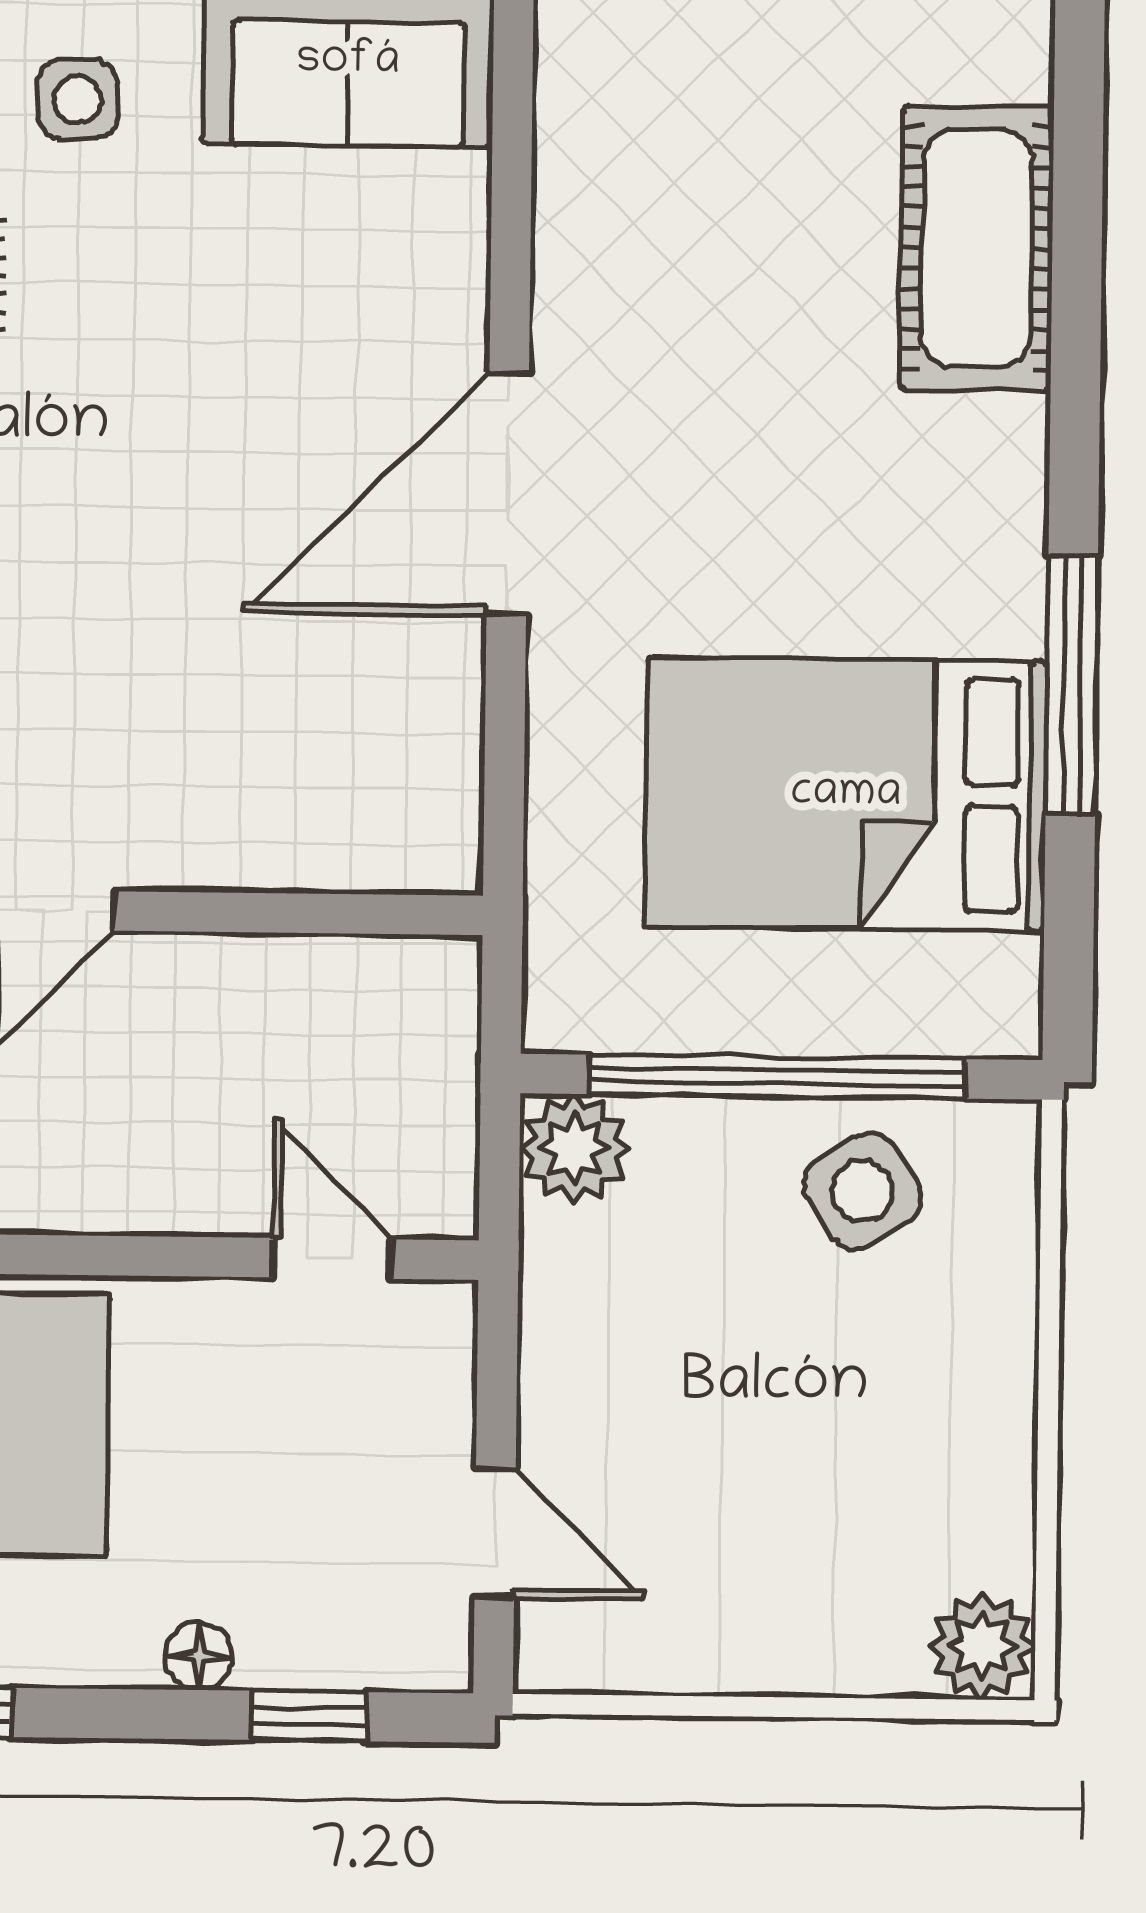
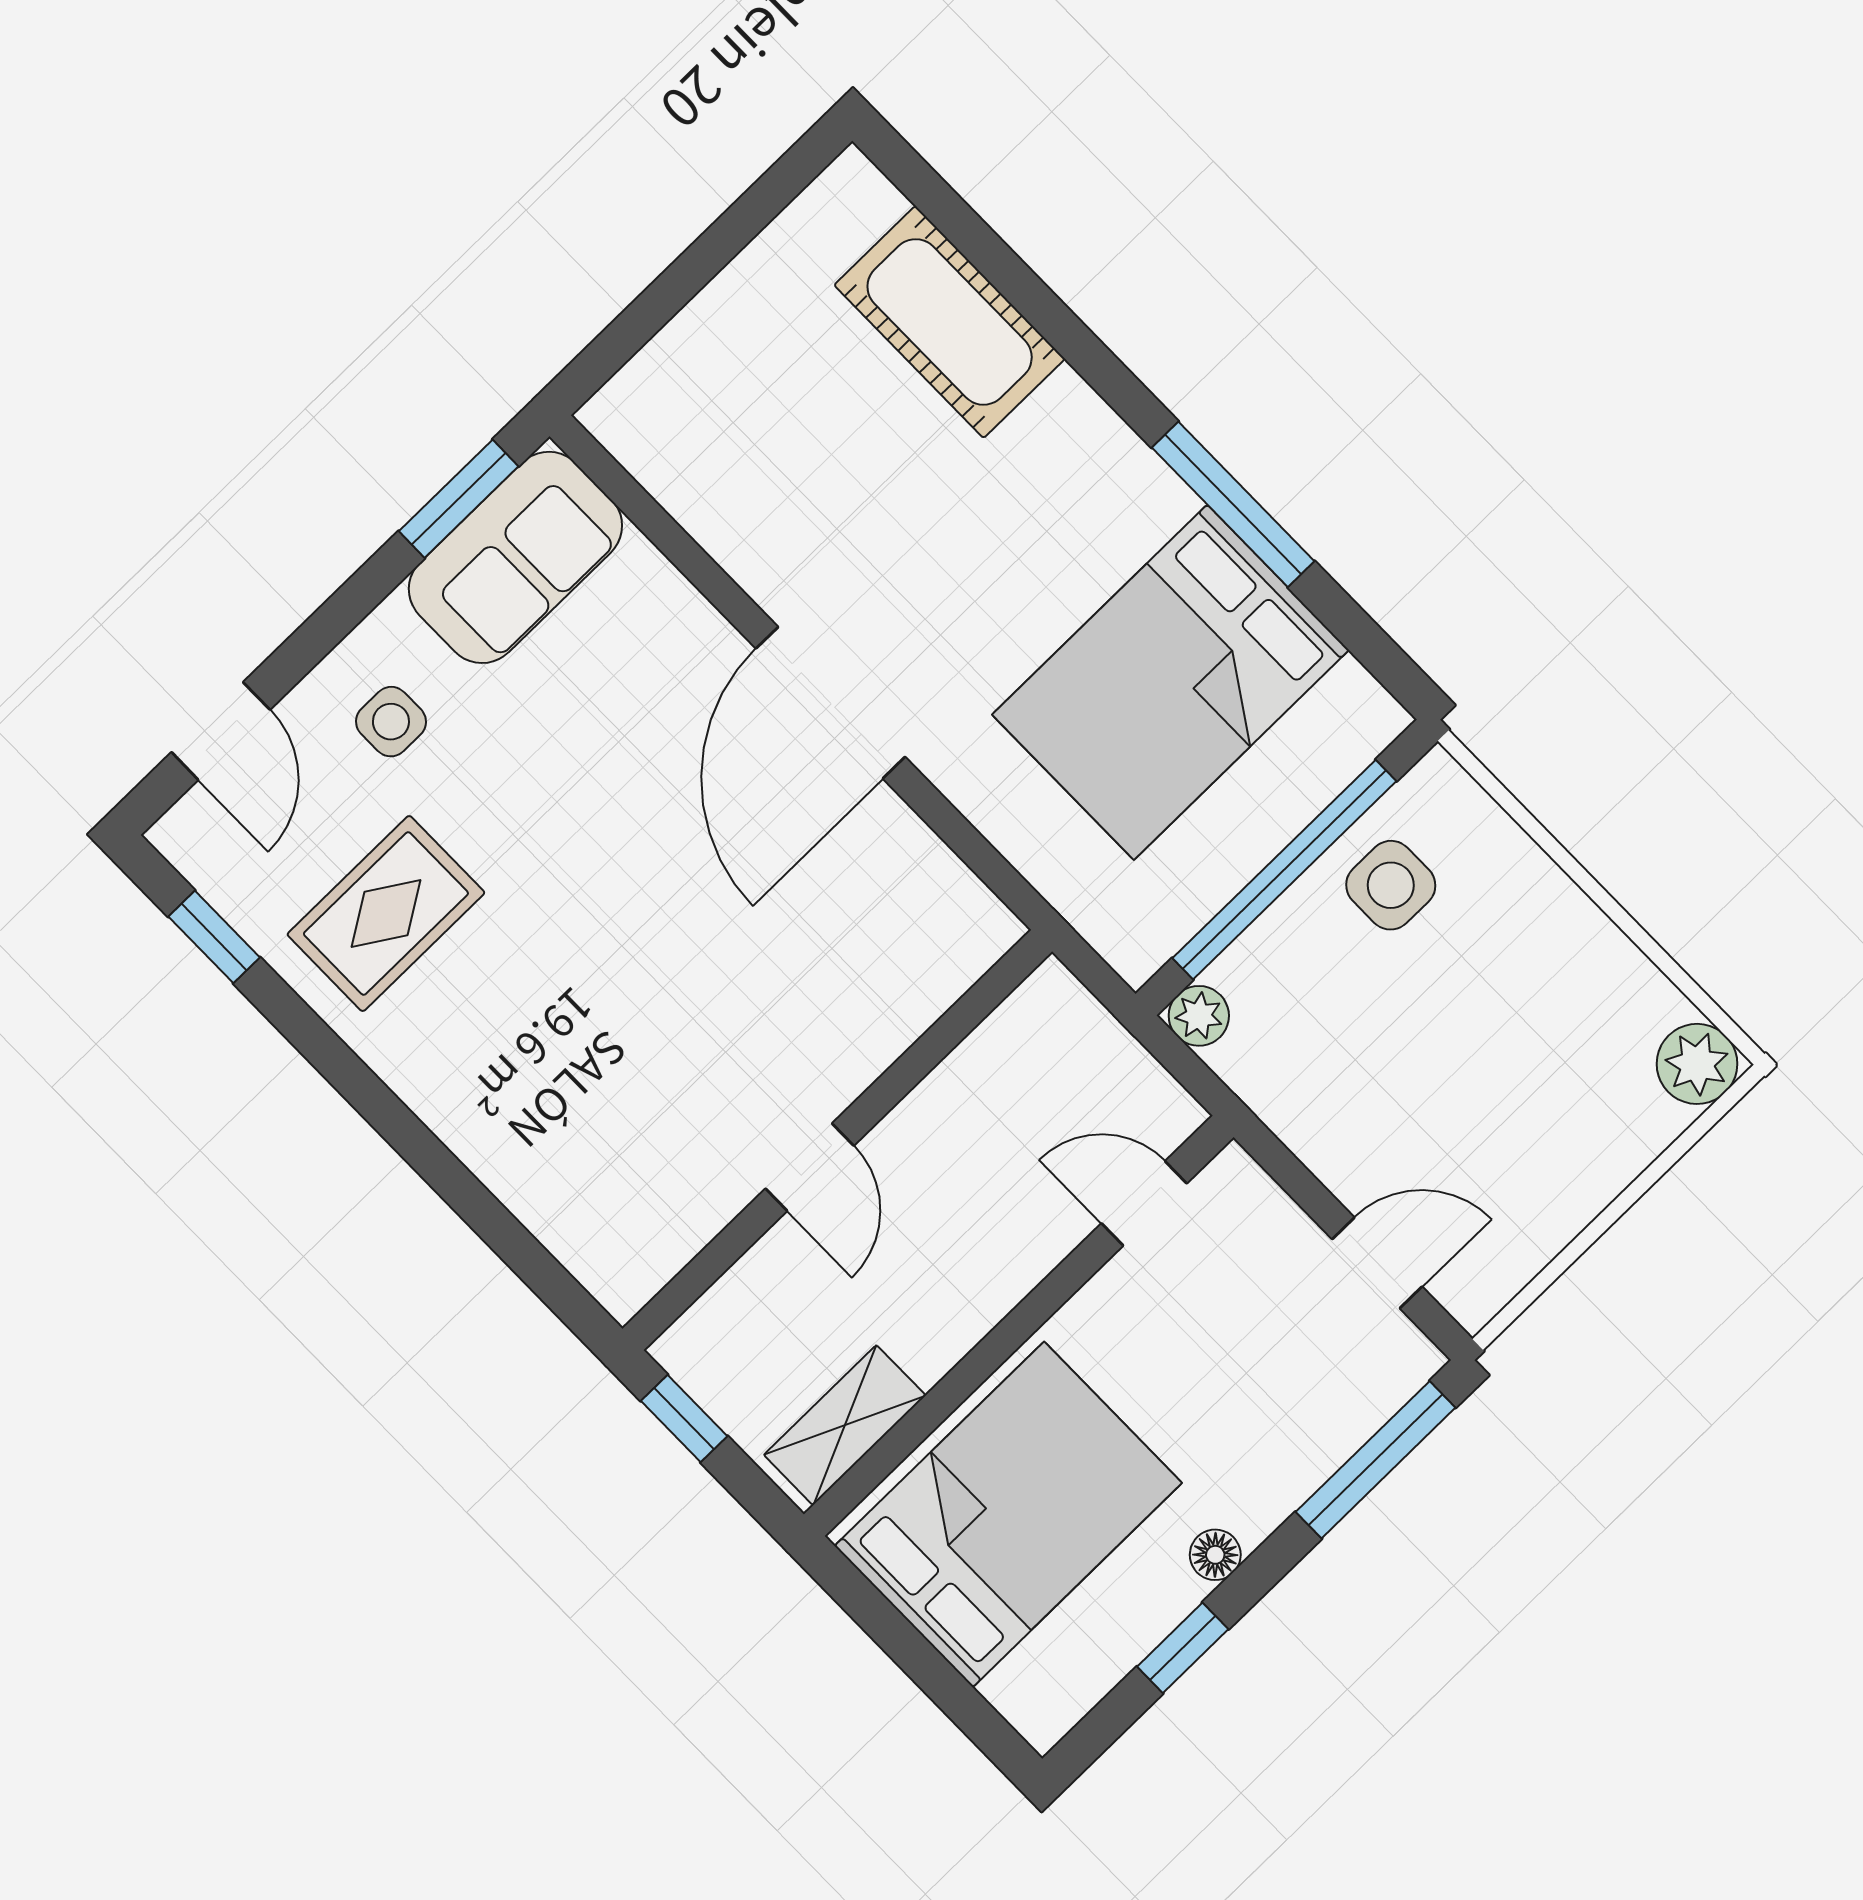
plant: (574, 1149) -> (1199, 1016), width x0.73, depth x0.73
side table: (862, 1191) -> (1391, 885), turned 32
floor lamp: (199, 1656) -> (1215, 1555), moved
window: (309, 1716) -> (1376, 1460), width x2.17

